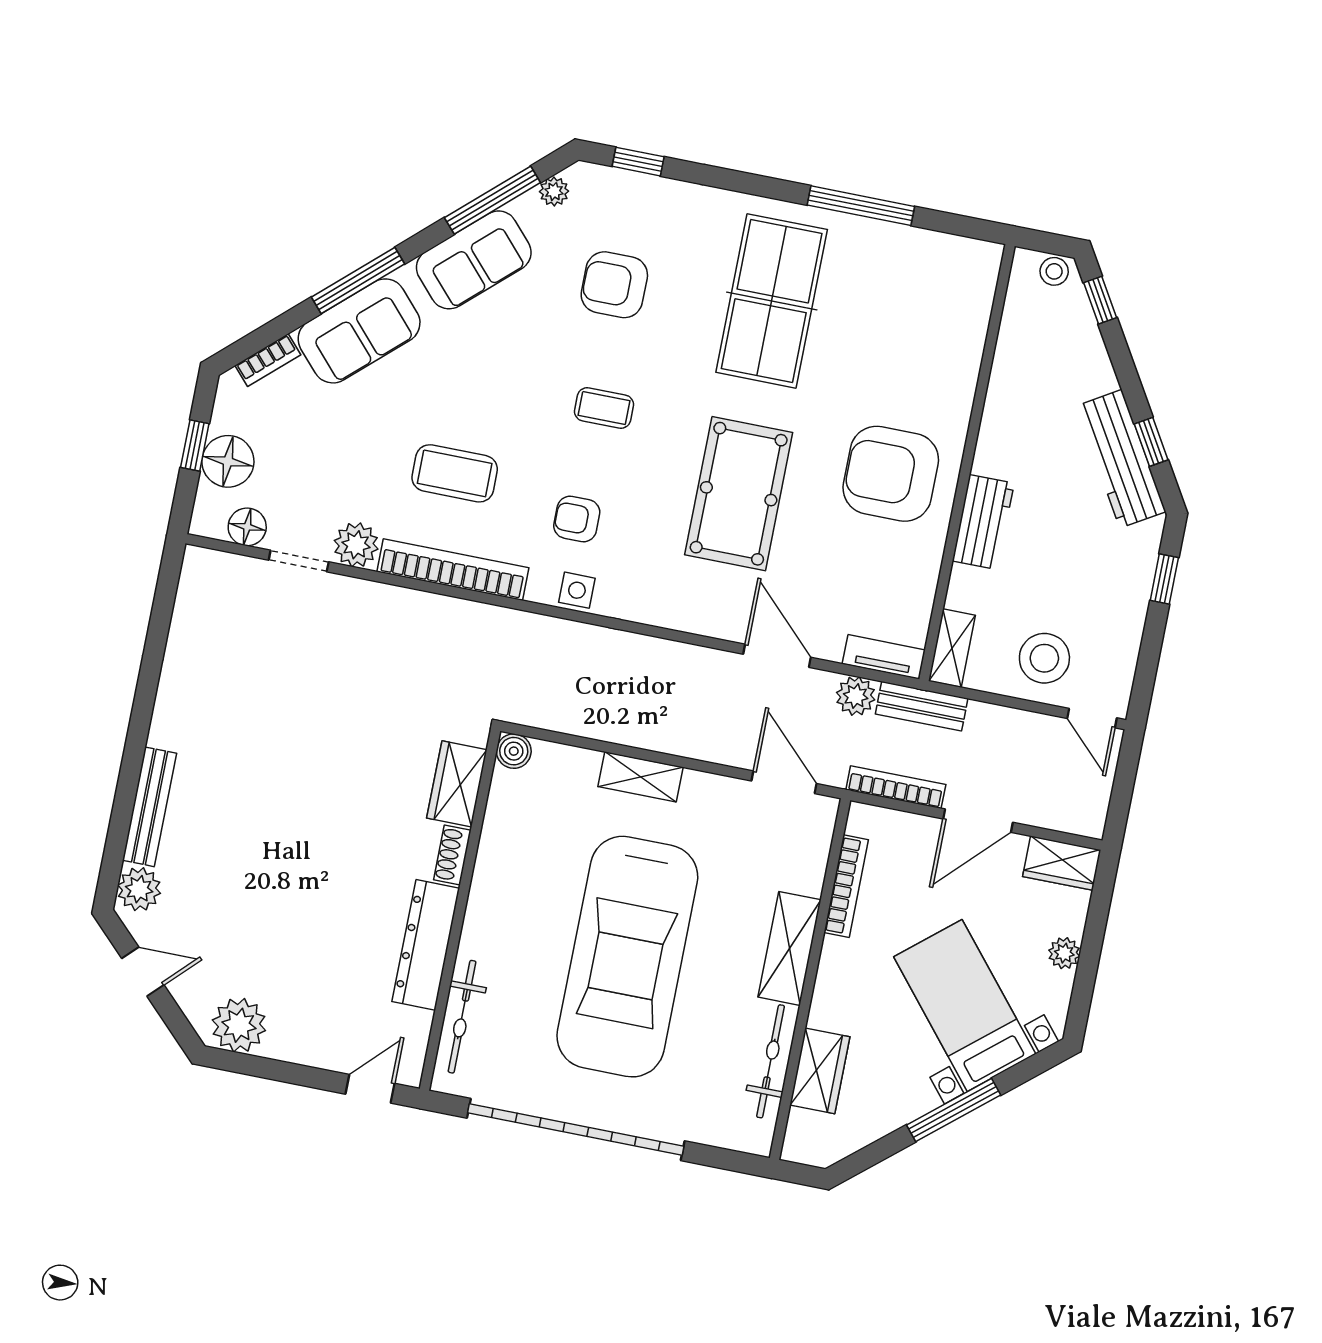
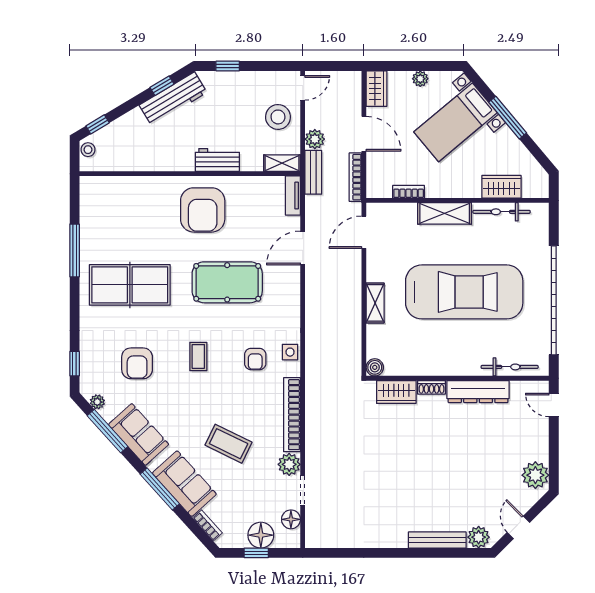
coffee table: (455, 473) -> (229, 444), moved, turned -64
plant: (856, 696) -> (315, 139), moved
bookcase: (846, 886) -> (409, 192), width x0.64

